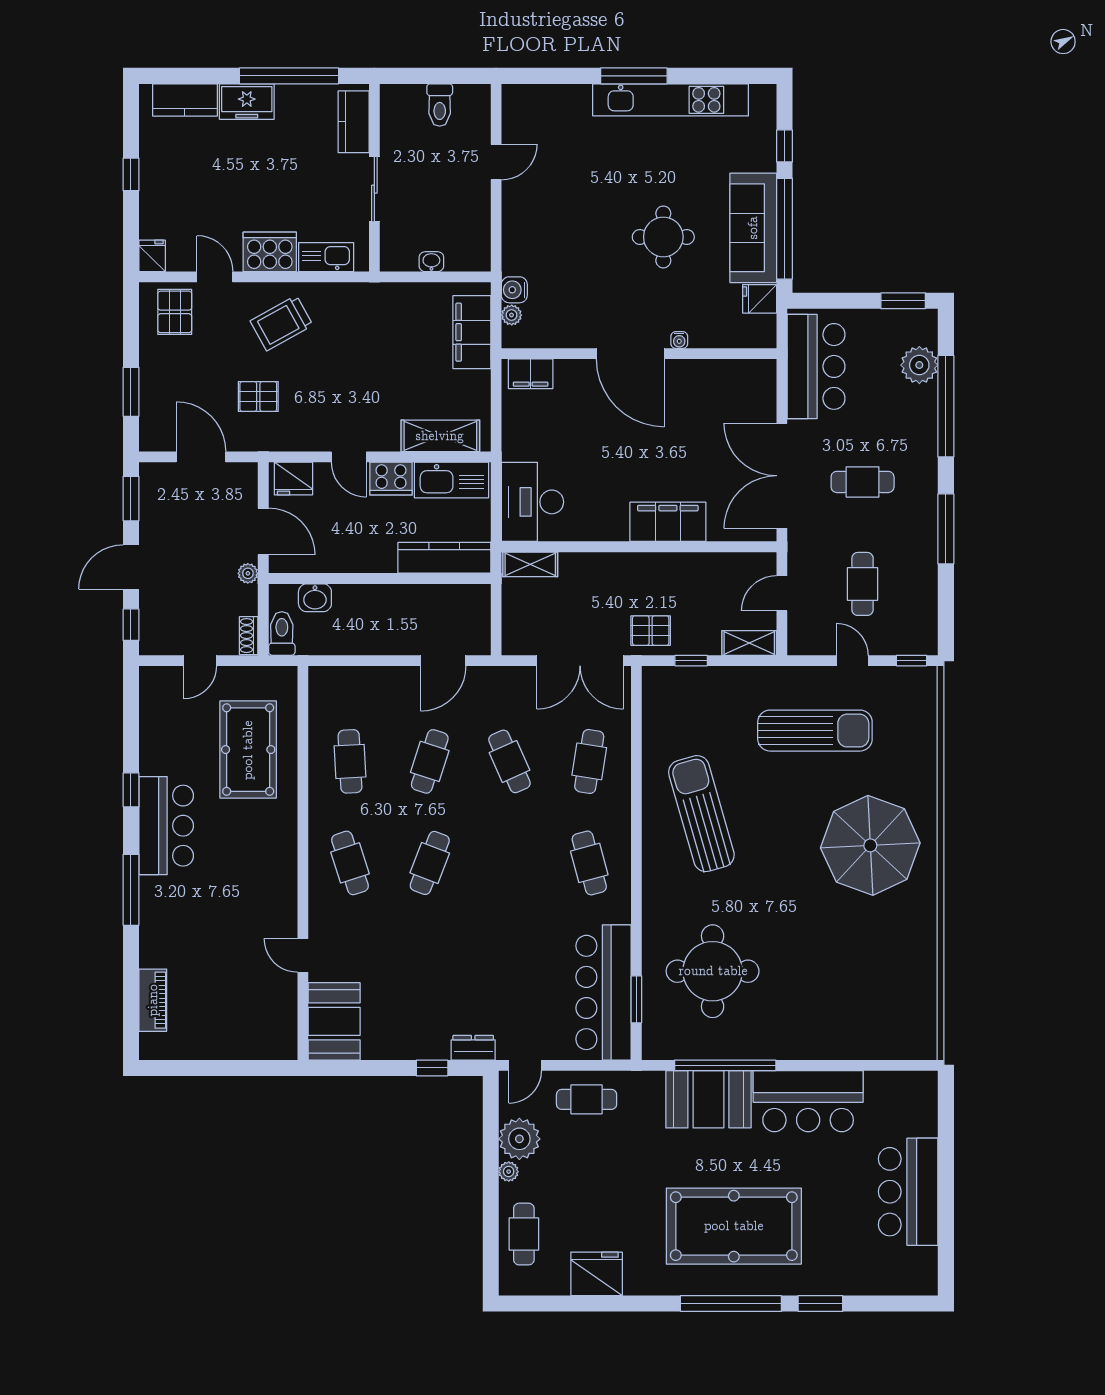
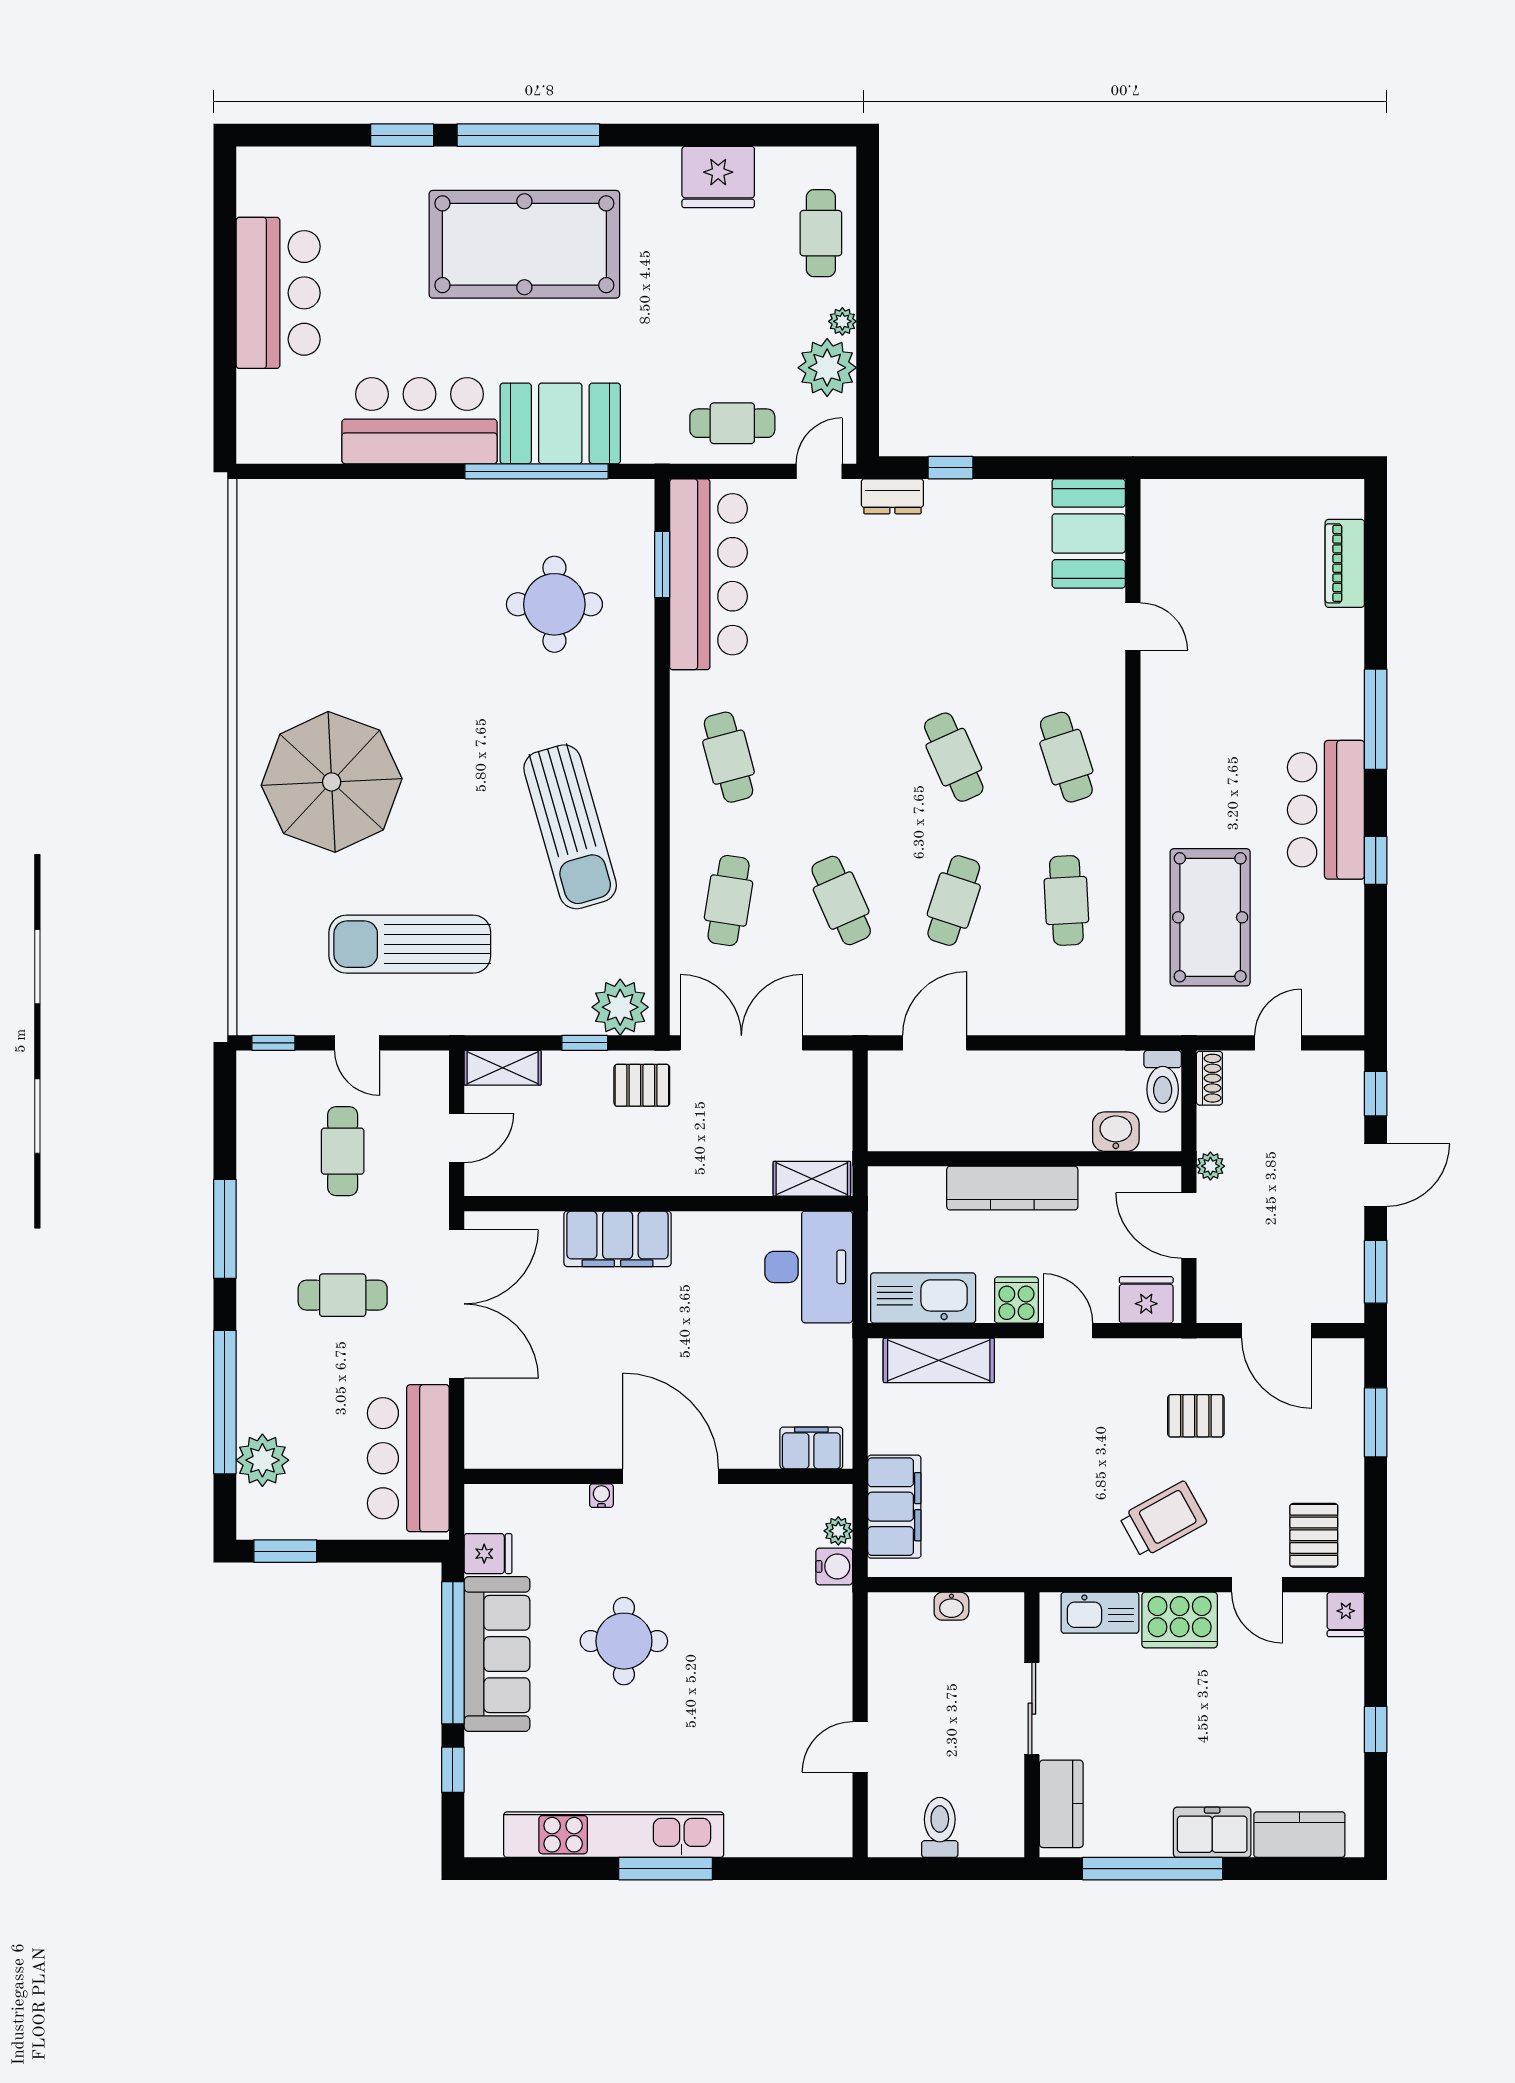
cooker: (391, 478) -> (1016, 1300), width x0.73
kitchen counter: (444, 558) -> (1012, 1188), moved
plant: (666, 686) -> (620, 1007), added
cafe table: (430, 863) -> (954, 757), turned -45
round table: (713, 971) -> (554, 604), width x0.73, depth x0.73

